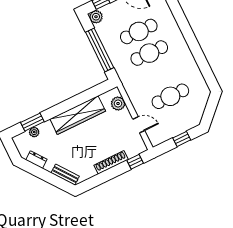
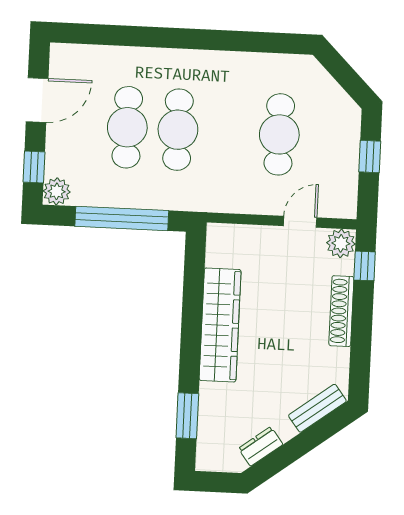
plant: (118, 104) -> (341, 243), moved
plant: (34, 132) -> (208, 423), removed

